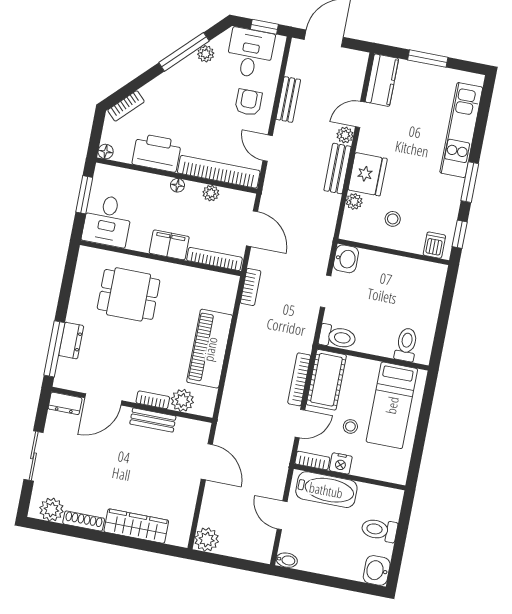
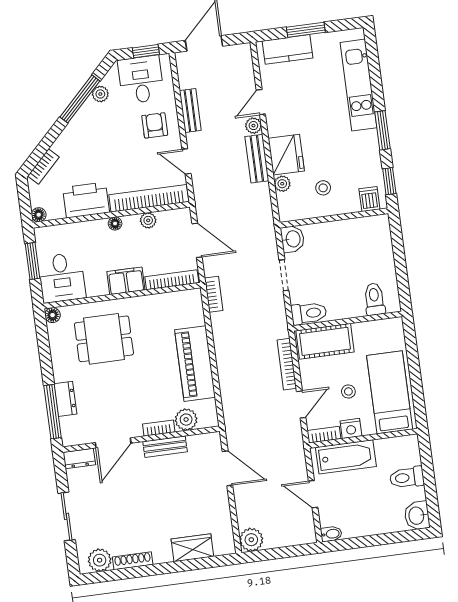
kitchen counter: (382, 80) -> (288, 49), moved, turned 90
floor lamp: (86, 254) -> (53, 315), added
cot: (326, 380) -> (325, 341), moved, turned 90
bed: (392, 405) -> (390, 392), moved, turned 180
wardrobe: (136, 526) -> (192, 548), width x0.67

